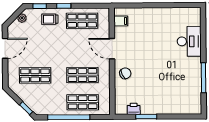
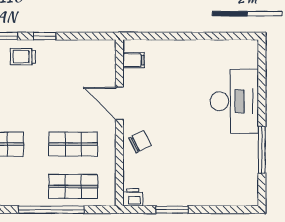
shop shelf: (82, 21) -> (73, 59), removed
desk: (189, 41) -> (234, 101), width x1.36, depth x1.30
printer: (134, 109) -> (133, 197), moved

